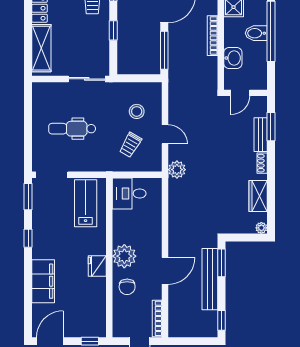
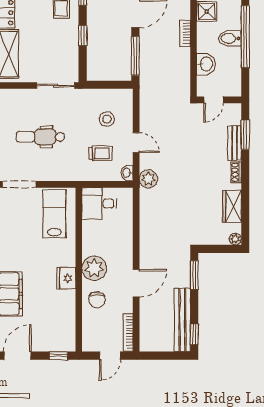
bookcase: (212, 36) -> (185, 33), width x0.64
trolley: (130, 145) -> (100, 153), turned -120
washbasin: (156, 164) -> (127, 173), added
bench: (210, 279) -> (182, 320), moved

